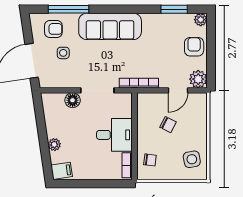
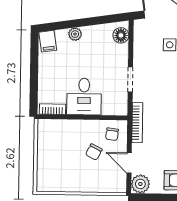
doorway: (97, 90) -> (130, 80), width x0.73
floor lamp: (73, 100) -> (121, 35), moved
side table: (192, 159) -> (58, 176), removed
chair: (150, 160) -> (112, 134), moved

